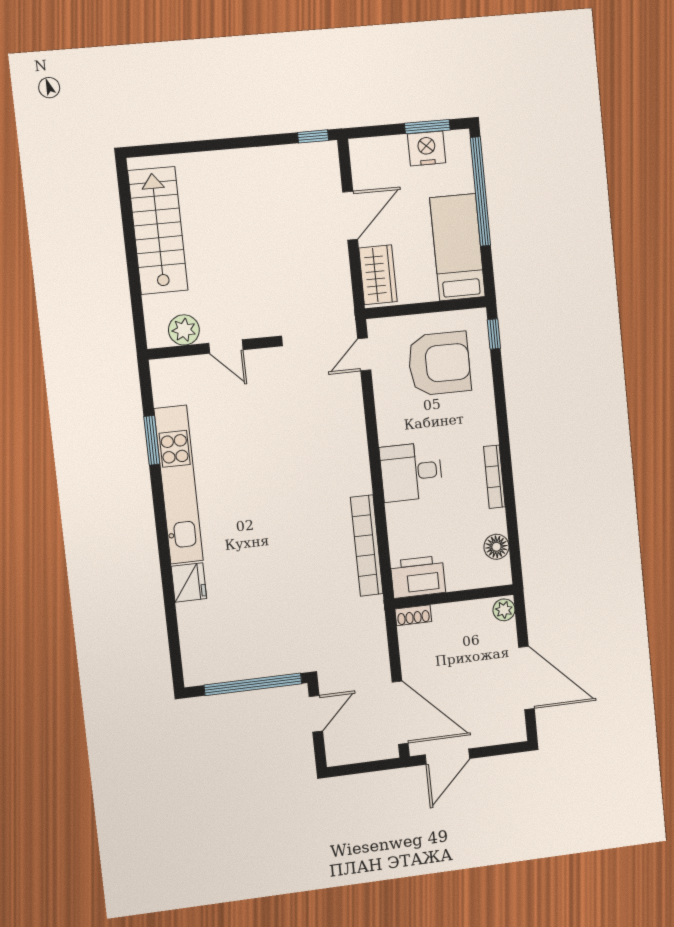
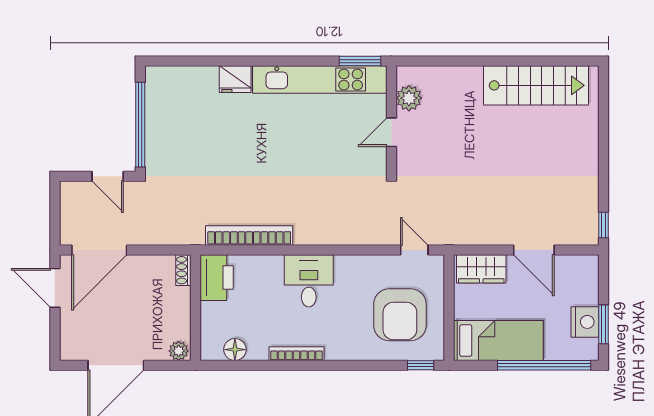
plant: (184, 330) -> (409, 98), moved
door: (226, 347) -> (391, 132), moved
wall: (210, 348) -> (391, 119), moved

